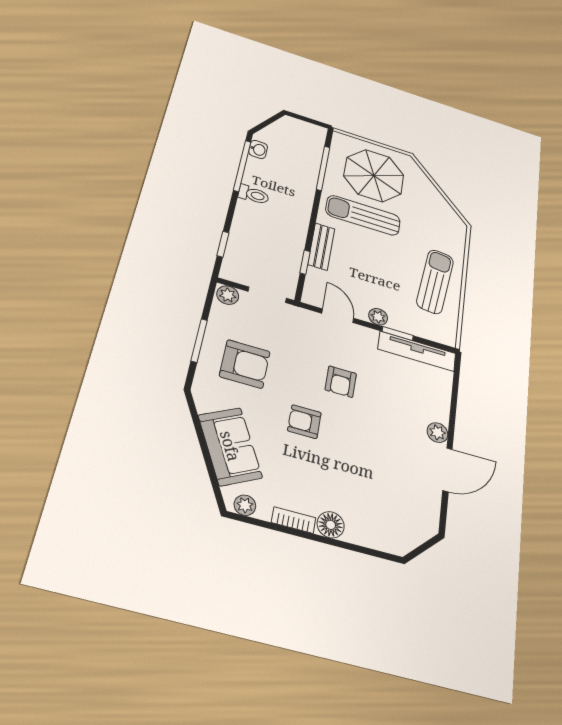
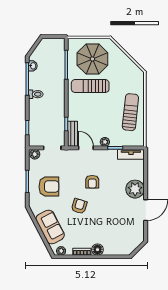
bench: (321, 247) -> (73, 134), moved
tv unit: (417, 351) -> (131, 154), width x0.71
armchair: (304, 422) -> (79, 206), turned 107
plant: (438, 433) -> (135, 189), width x1.87, depth x1.87

